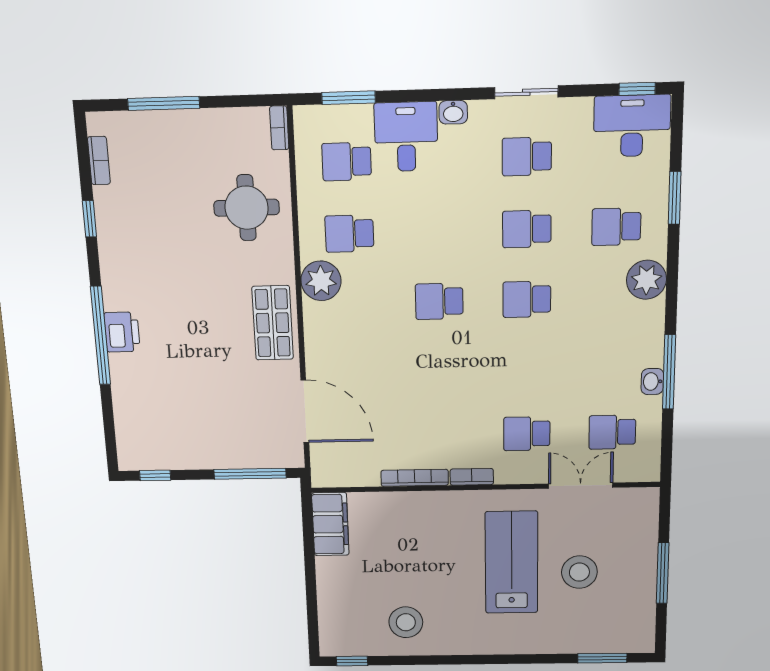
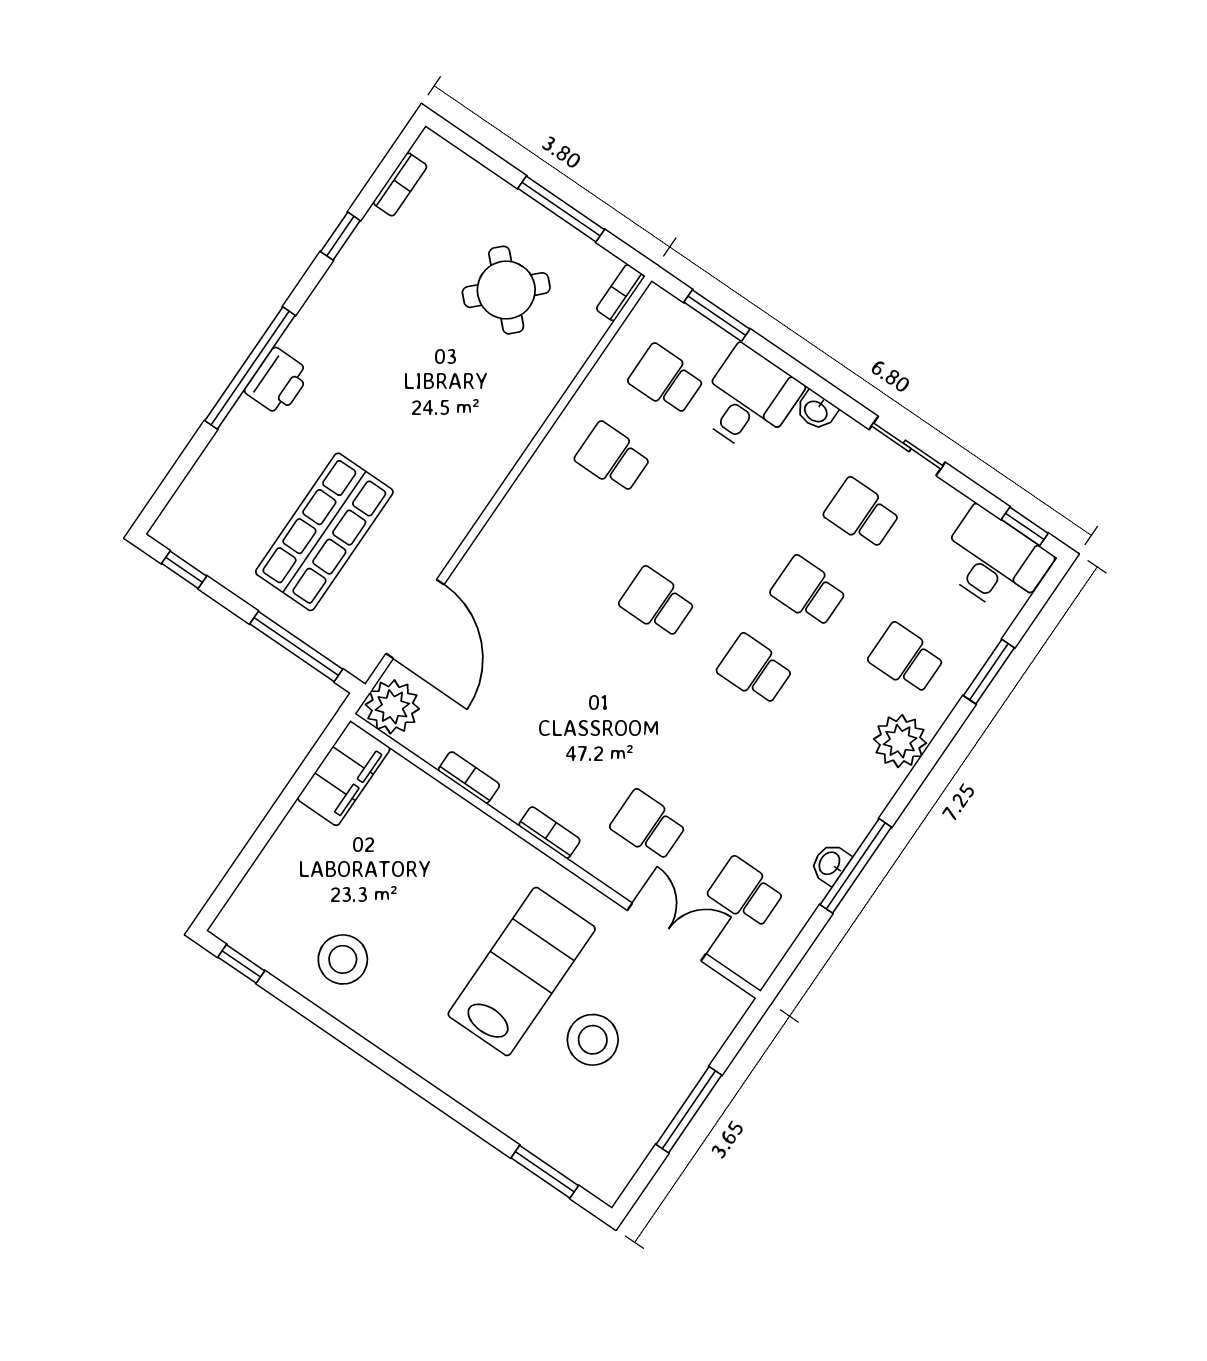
window: (164, 103) -> (561, 209), moved
round table: (247, 208) -> (506, 290), moved, turned 45
plant: (321, 281) -> (392, 707), moved
shop shelf: (273, 323) -> (324, 532), moved, width x1.43, depth x1.36
bookcase: (415, 478) -> (469, 777), width x0.64

